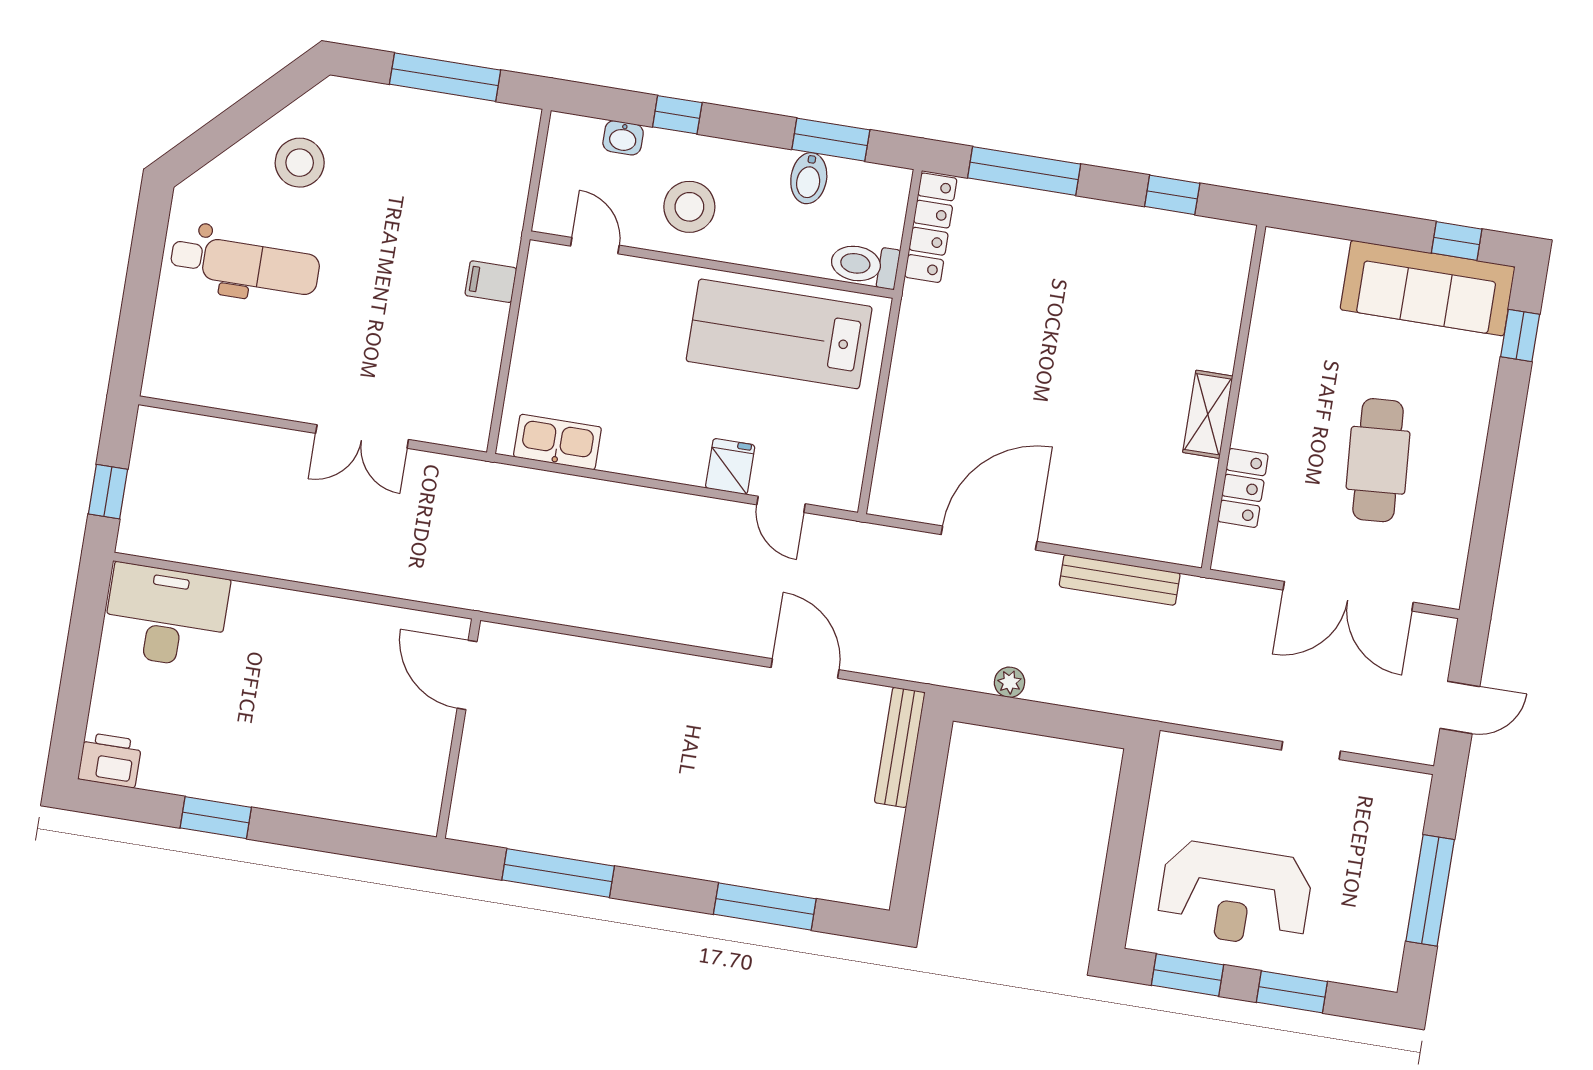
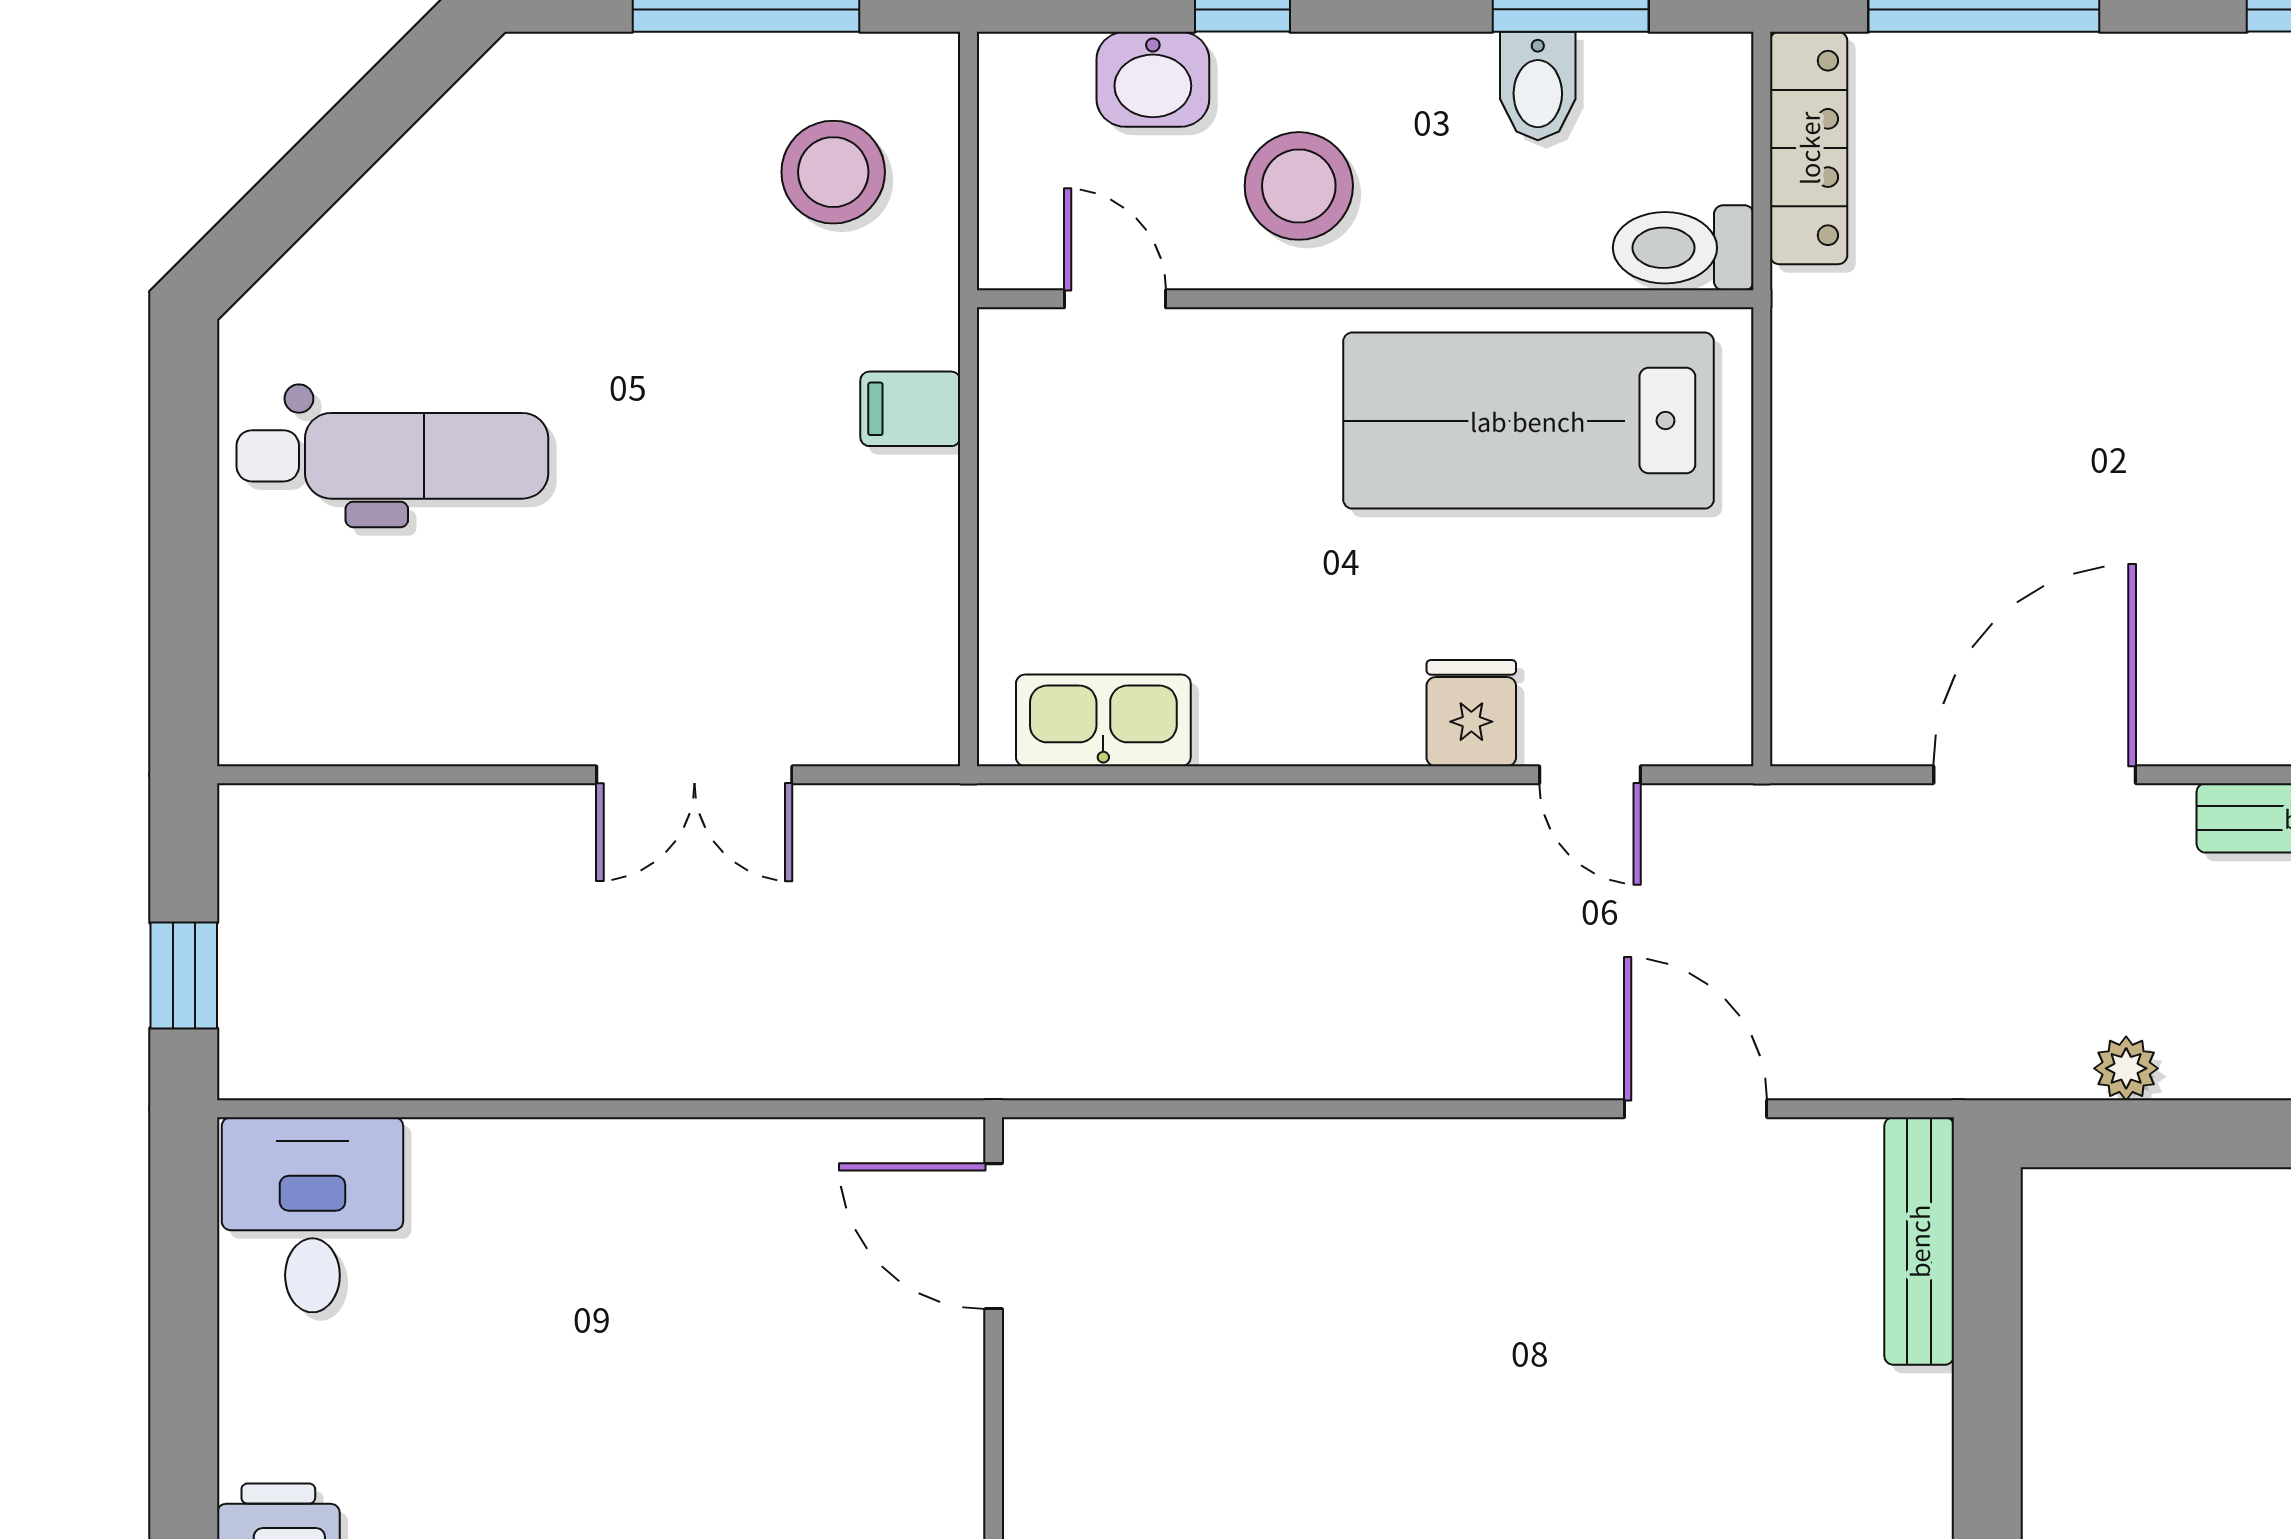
washbasin: (623, 138) -> (1153, 79), width x1.38, depth x1.45
stool: (300, 163) -> (833, 172), moved
desk: (166, 616) -> (312, 1215), width x0.73

